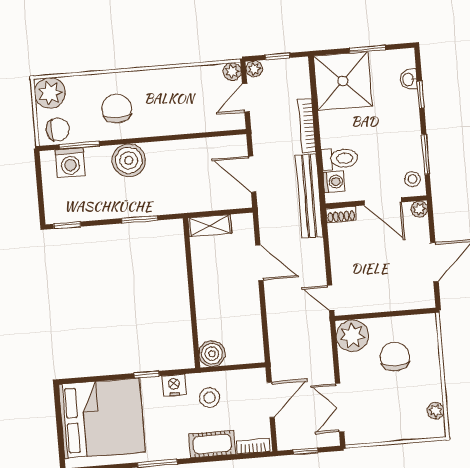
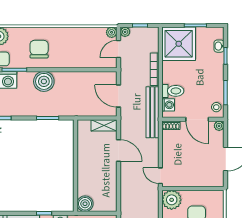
shelving: (210, 226) -> (104, 125), moved

